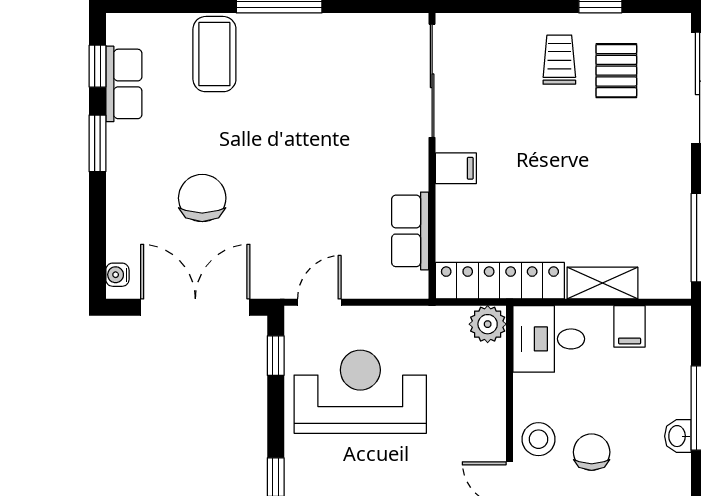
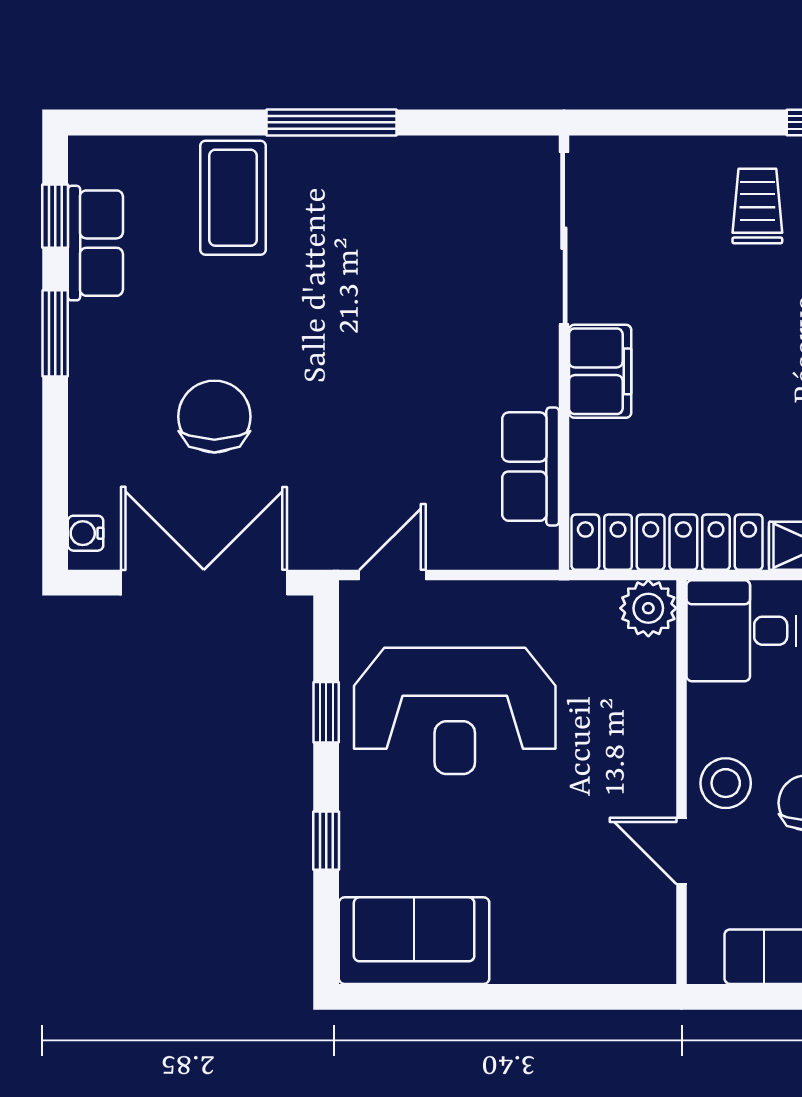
filing cabinet: (456, 168) -> (600, 371), width x2.00
window: (276, 356) -> (326, 712), moved
reception desk: (360, 392) -> (455, 711), turned 180

